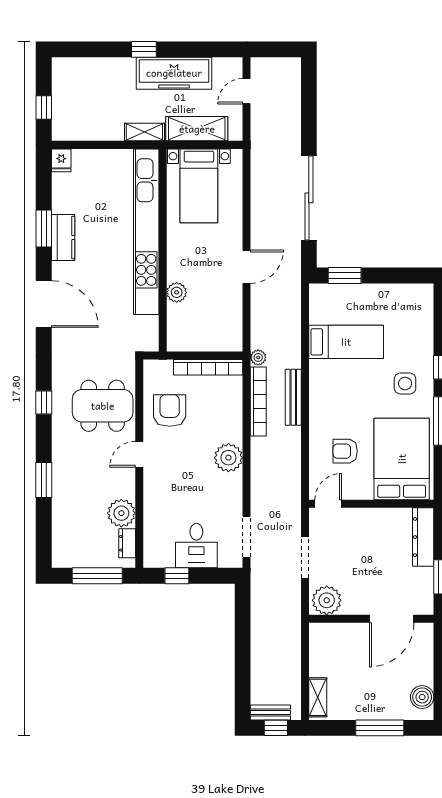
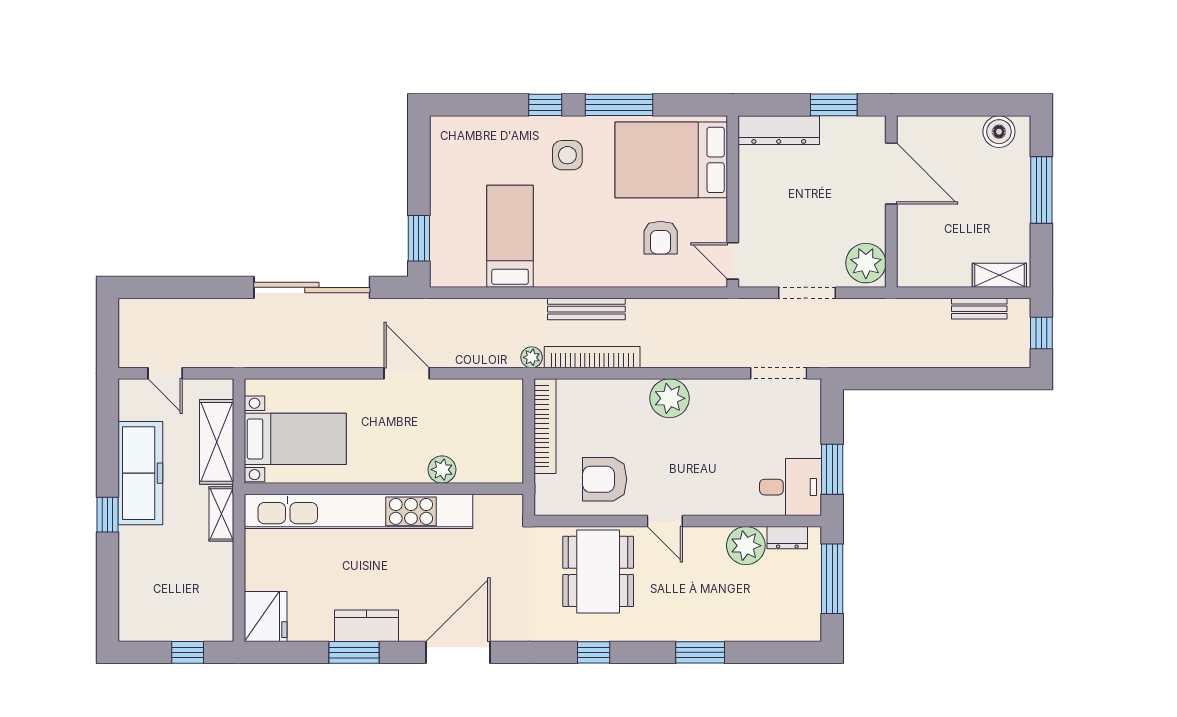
fridge: (61, 160) -> (266, 617), width x1.88, depth x1.34
desk: (196, 546) -> (791, 487), moved
window: (177, 576) -> (832, 469), width x1.50
bench: (270, 712) -> (979, 309), moved, turned 90

